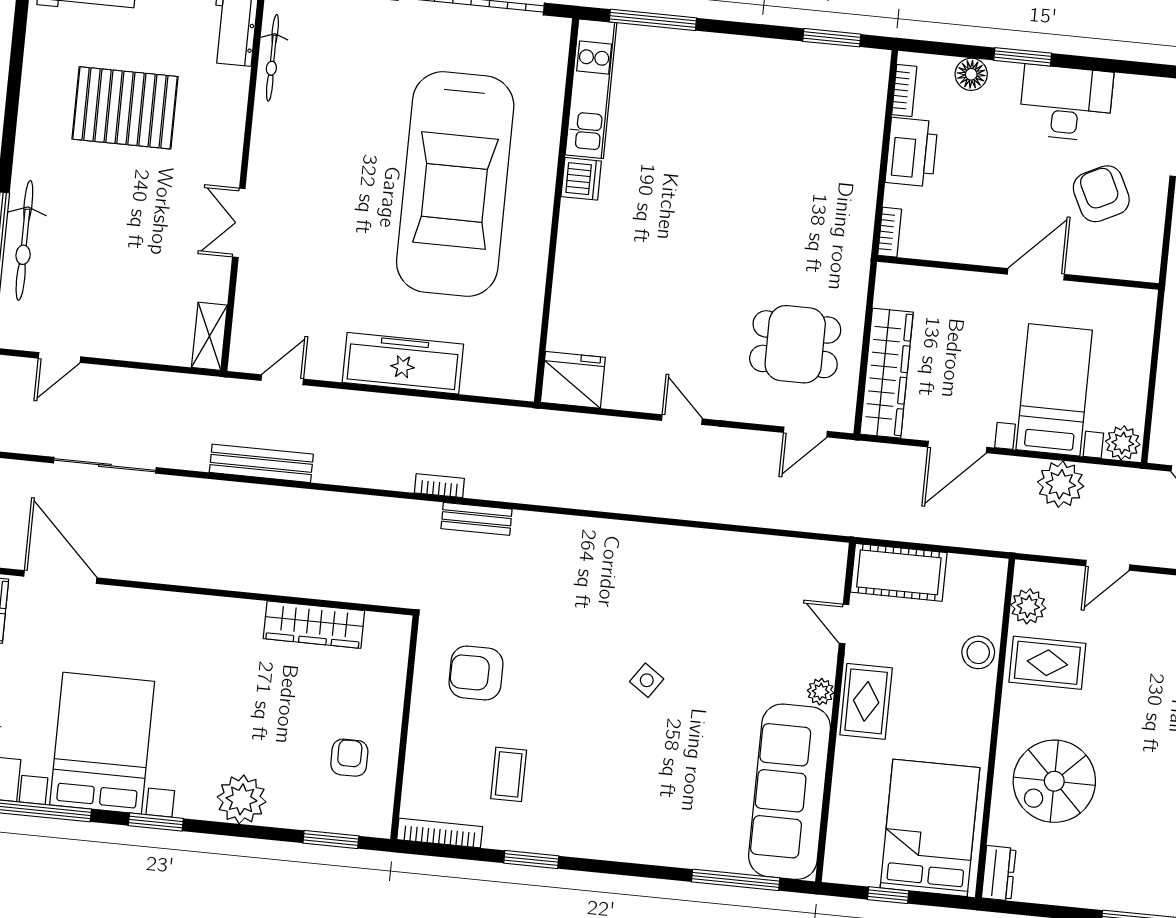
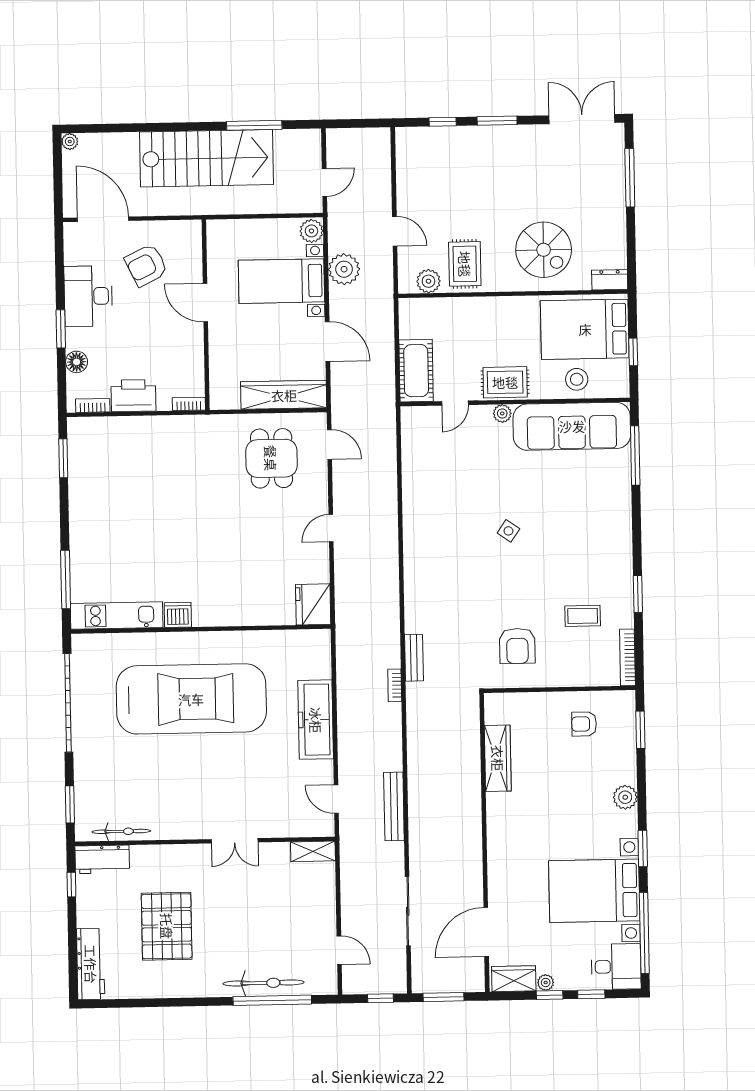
stool: (978, 652) -> (577, 379), moved
plant: (242, 799) -> (625, 797), width x0.73, depth x0.73

